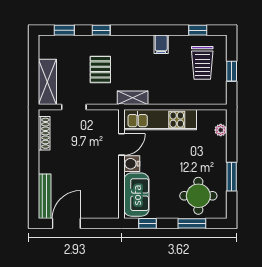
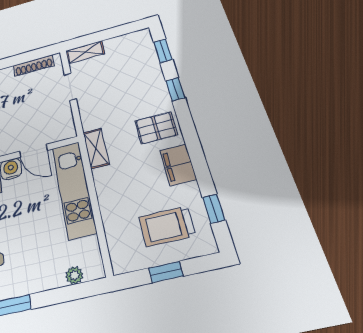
filing cabinet: (161, 44) -> (178, 165), width x2.00
pallet: (100, 69) -> (156, 128), moved
shelving: (47, 82) -> (85, 52), width x0.67, depth x0.75

